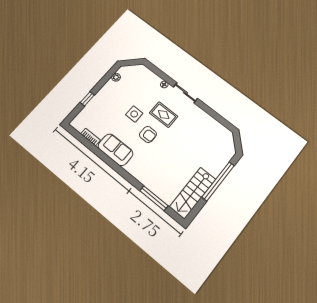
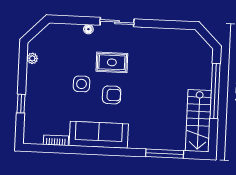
sofa: (115, 150) -> (99, 135), width x1.36

